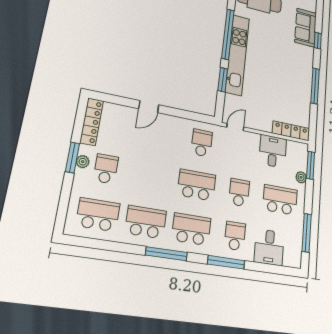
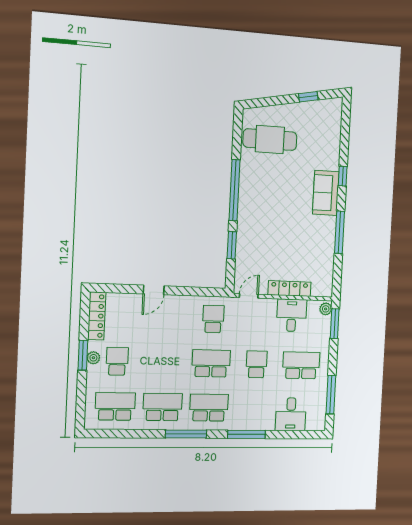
sofa: (306, 28) -> (326, 193), moved
kitchen unit: (237, 55) -> (247, 213), removed
locker: (291, 131) -> (290, 289), moved
plant: (301, 177) -> (326, 309), moved
school desk: (235, 236) -> (254, 408), removed

